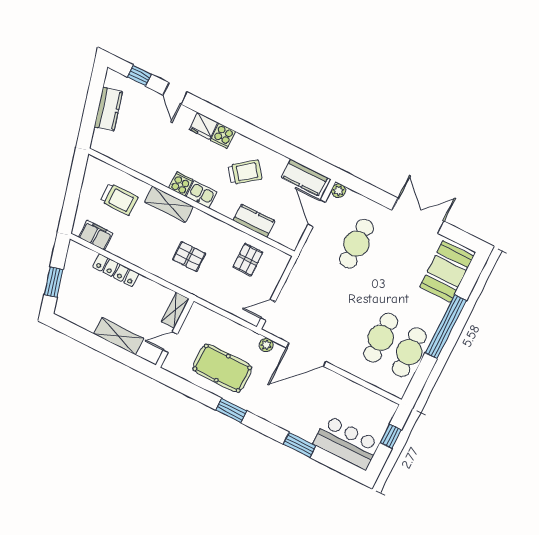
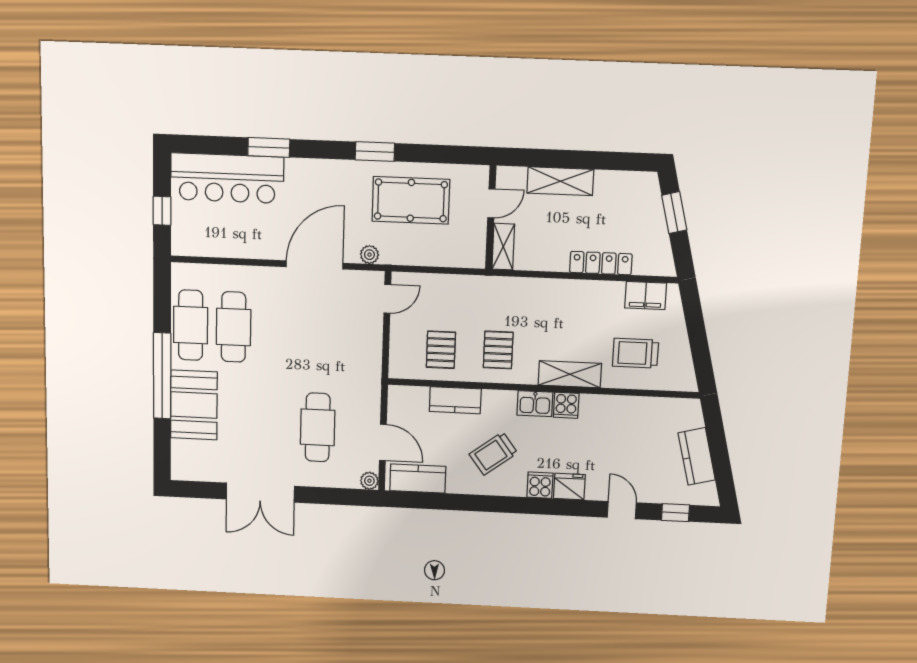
pallet: (189, 257) -> (498, 350), moved, turned 90
booth: (447, 271) -> (194, 405), moved
bar counter: (347, 443) -> (227, 178), width x1.36

